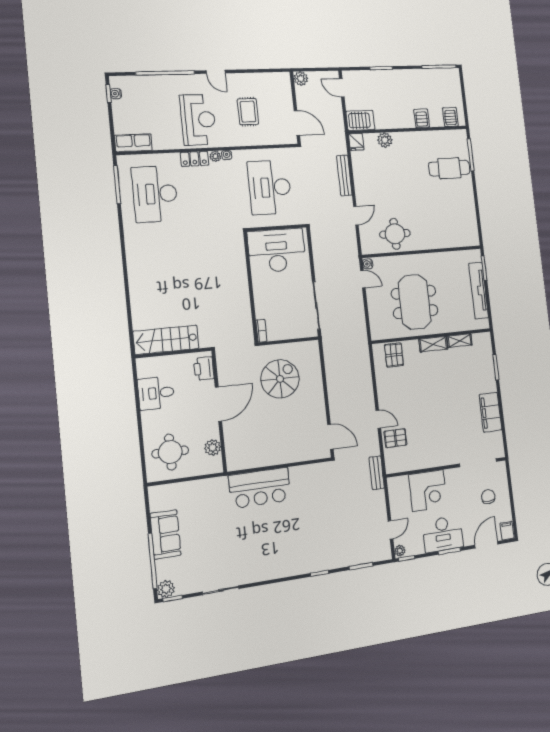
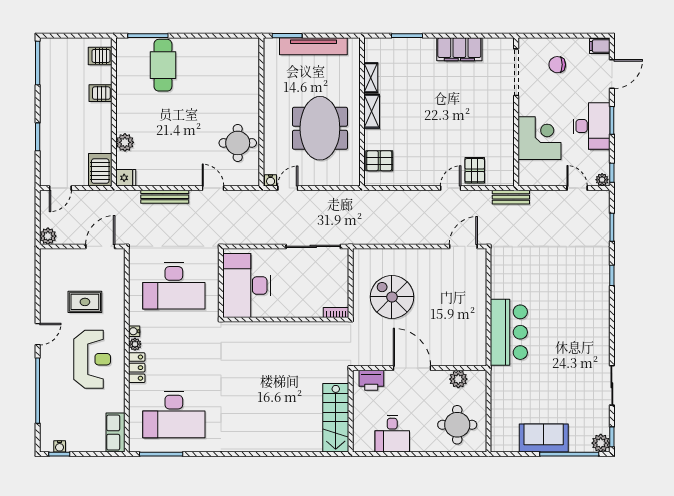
reception desk: (198, 120) -> (92, 359), turned 90
meeting table: (415, 302) -> (320, 128), turned 90
door: (486, 545) -> (612, 74), swing flipped

